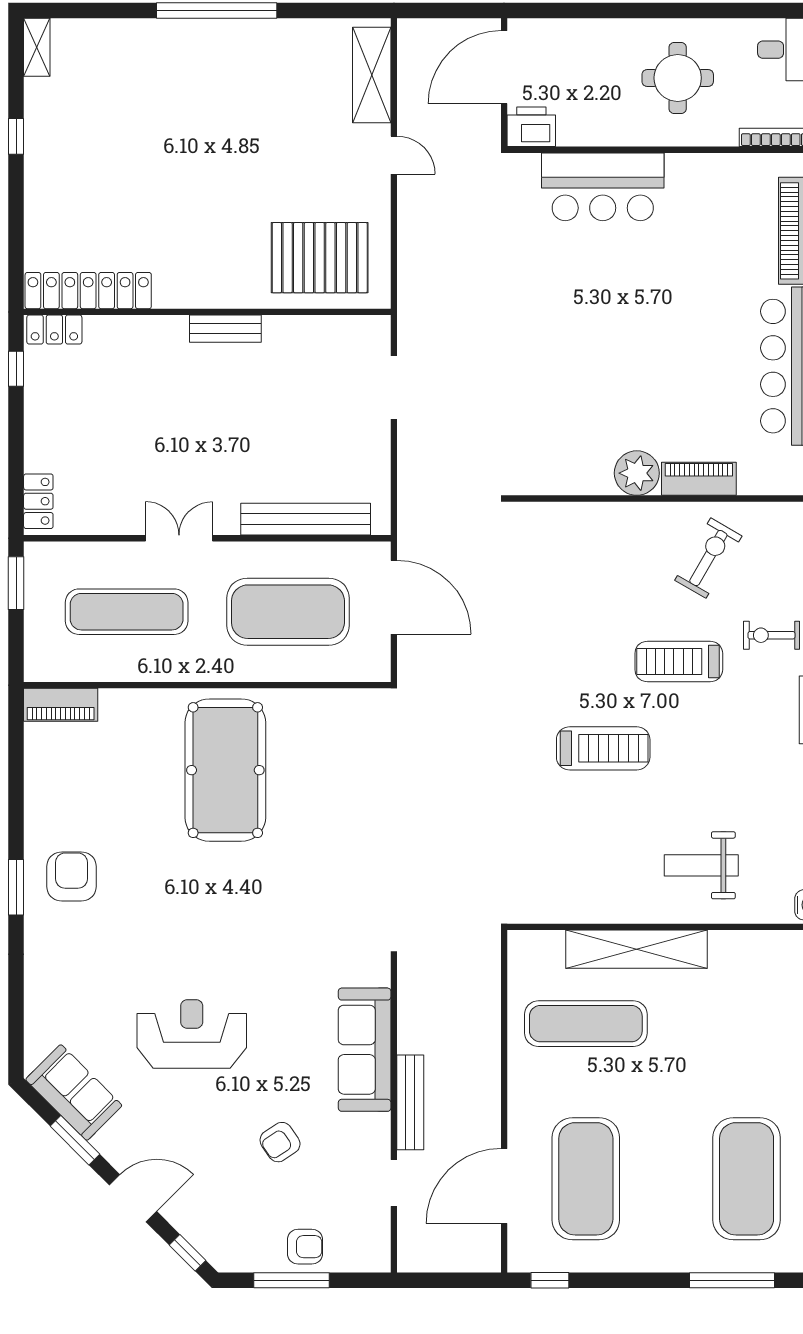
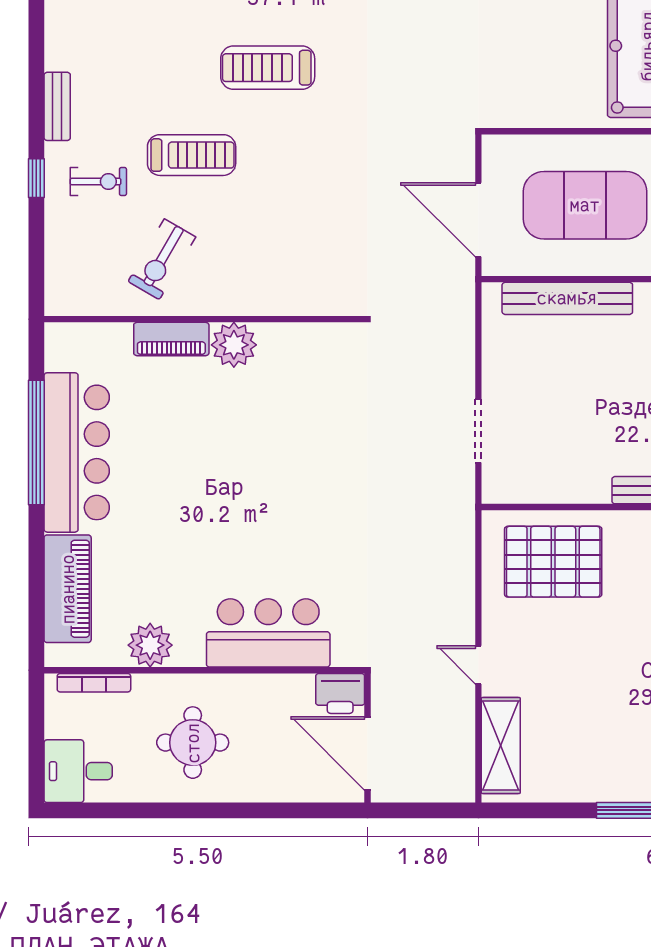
door: (504, 67) -> (368, 753), swing flipped
plant: (720, 175) -> (150, 645), added

